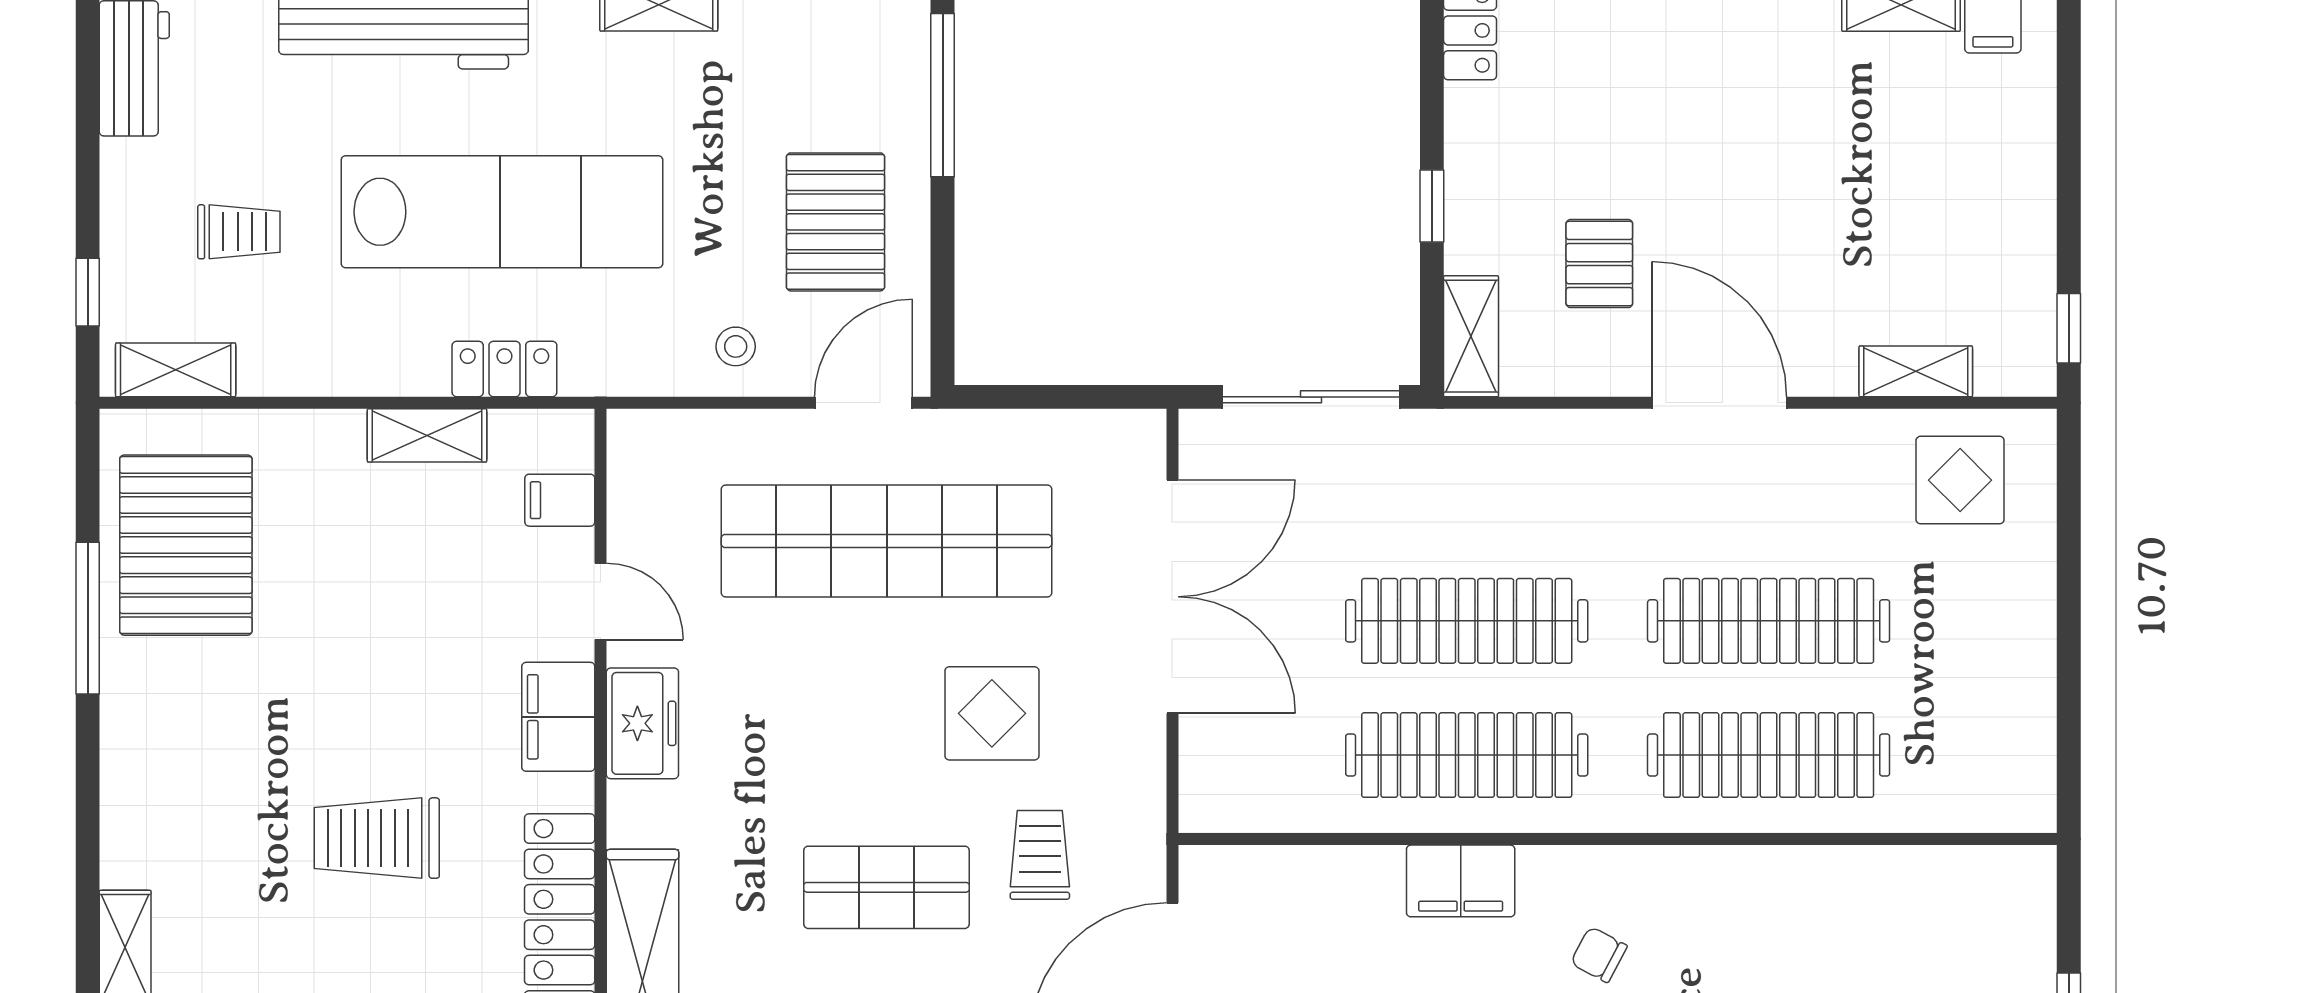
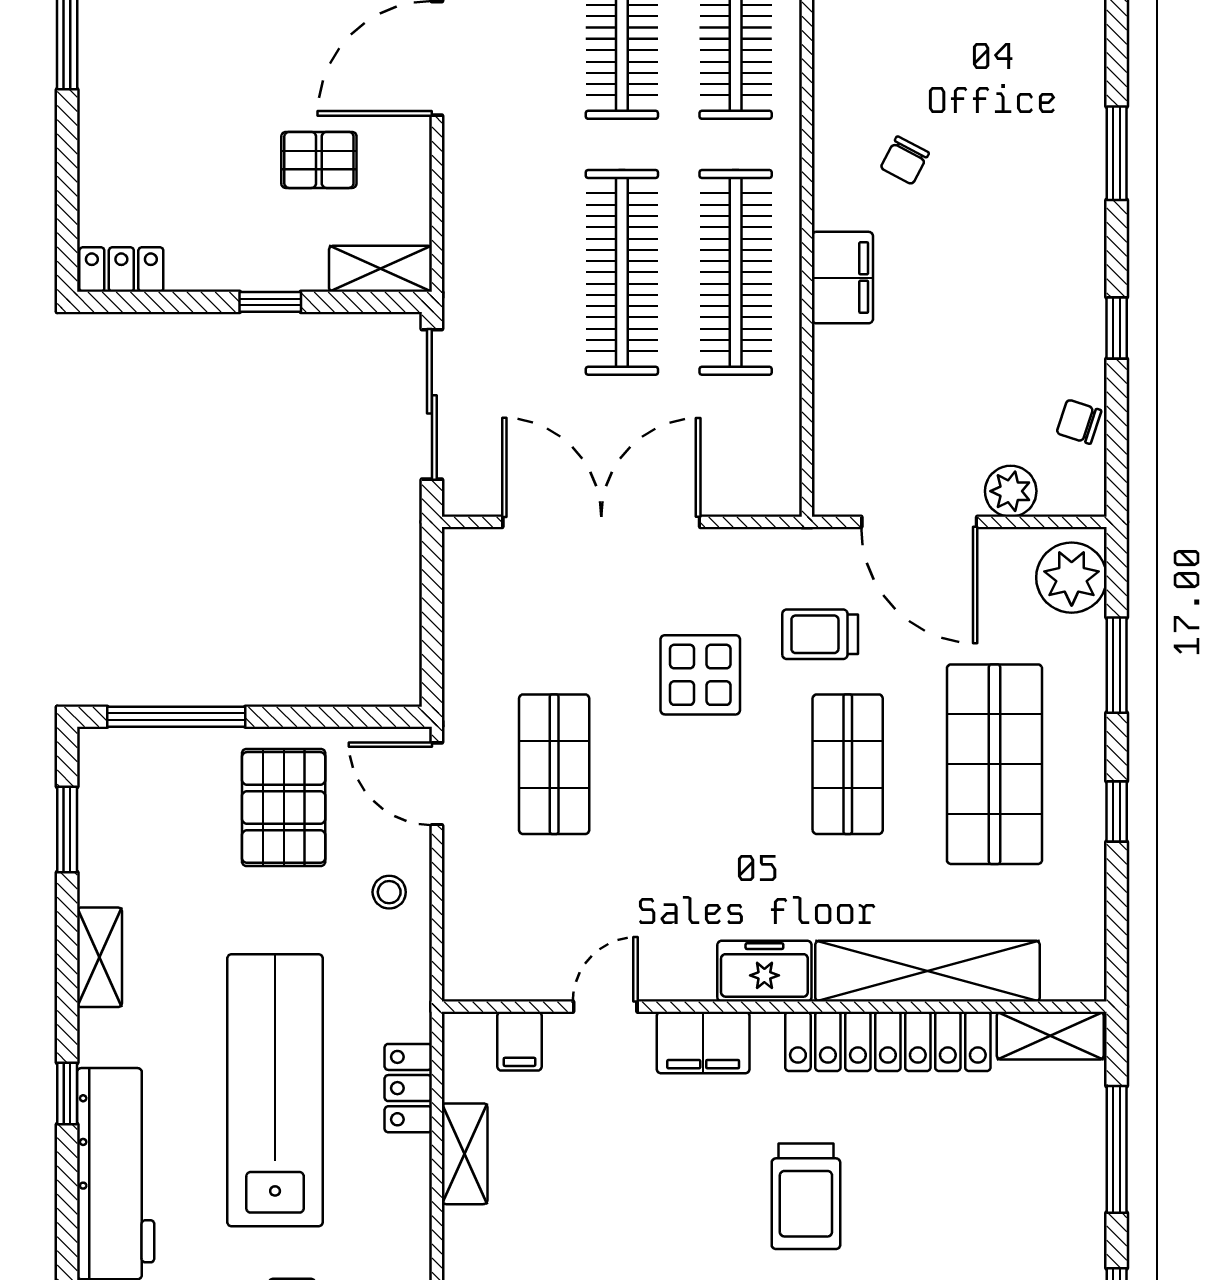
pallet: (836, 222) -> (284, 807), turned 90
shop shelf: (887, 541) -> (554, 764), width x0.50, depth x0.74
freezer: (642, 723) -> (764, 971), moved

